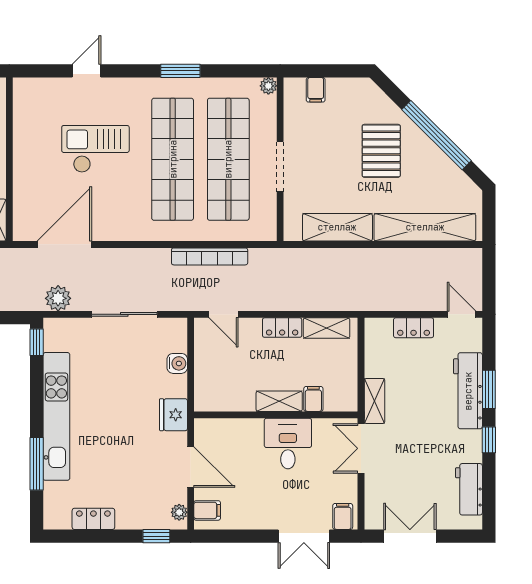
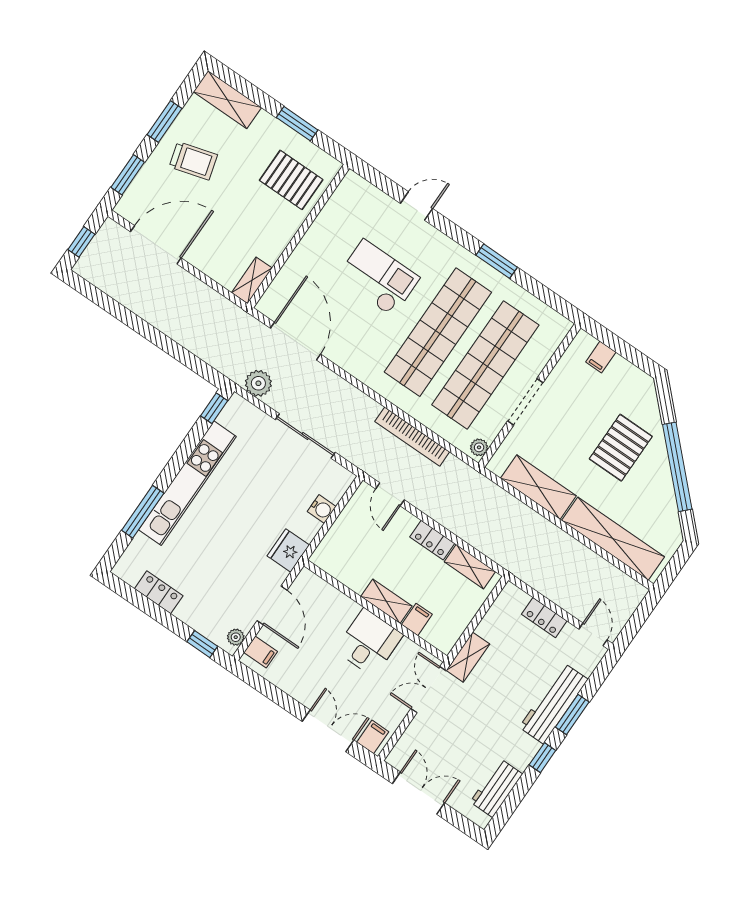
plant: (268, 86) -> (479, 447), moved
door: (64, 244) -> (295, 341), hinge flipped
double door: (304, 536) -> (328, 731), swing flipped

